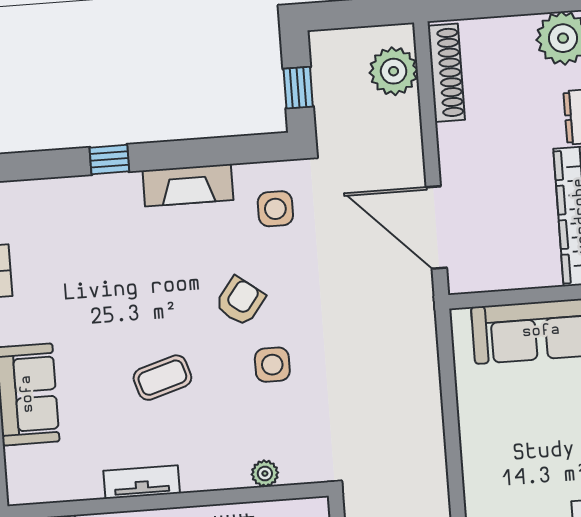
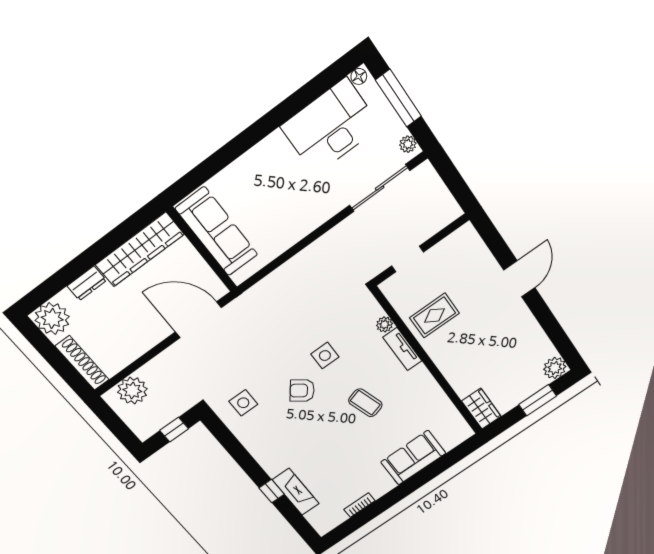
shoe rack: (446, 73) -> (82, 363), moved, turned 90
fireplace: (188, 185) -> (296, 492), moved
door: (436, 228) -> (198, 320), swing flipped
tv unit: (142, 482) -> (402, 349), moved

